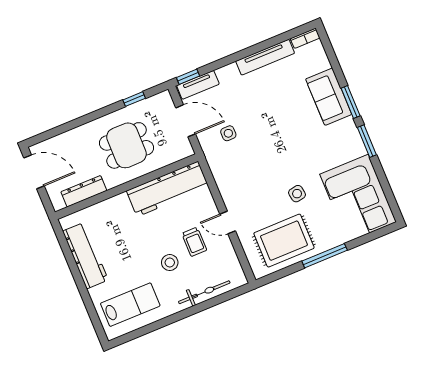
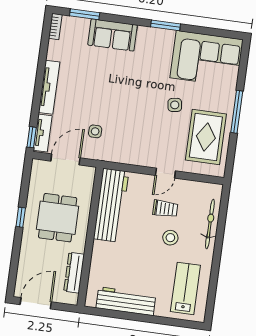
tv unit: (265, 57) -> (49, 87), moved
window: (134, 99) -> (21, 217), moved
window: (351, 102) -> (85, 14), moved

